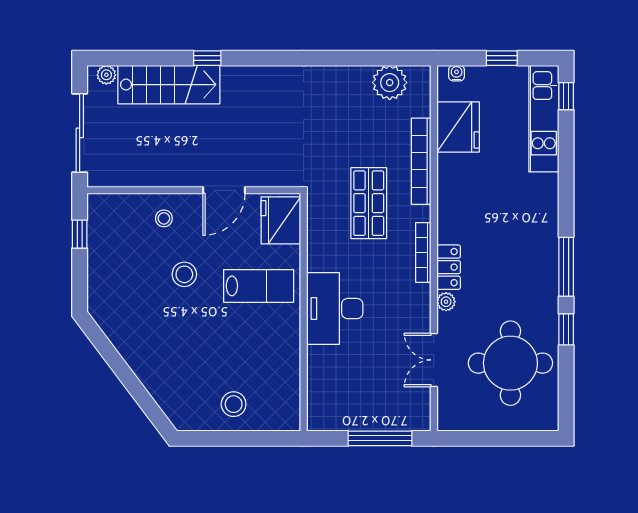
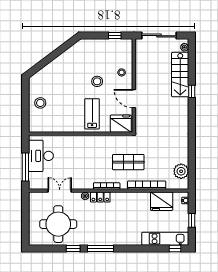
lab bench: (259, 286) -> (92, 114), turned 180
desk: (335, 309) -> (41, 156), moved, turned -90

